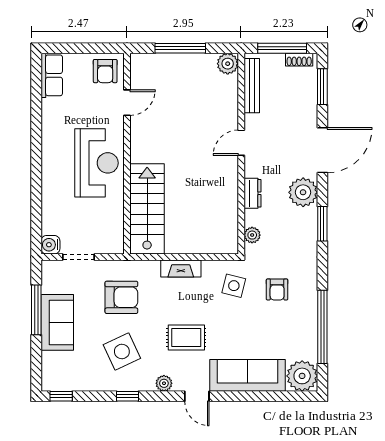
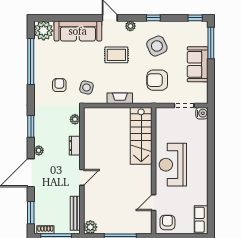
plant: (303, 192) -> (39, 150), width x0.53, depth x0.53
window: (36, 310) -> (211, 43), moved

